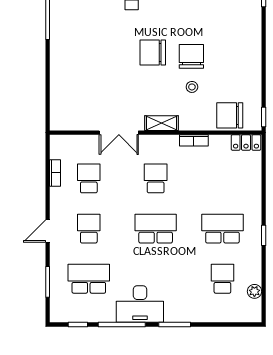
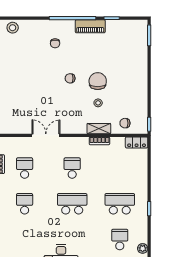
chair: (153, 52) -> (70, 78), width x0.54, depth x0.54
chair: (230, 115) -> (125, 123), width x0.54, depth x0.54
shelving: (162, 123) -> (99, 129), moved
double door: (119, 133) -> (46, 135), swing flipped
school desk: (89, 279) -> (25, 240), removed

